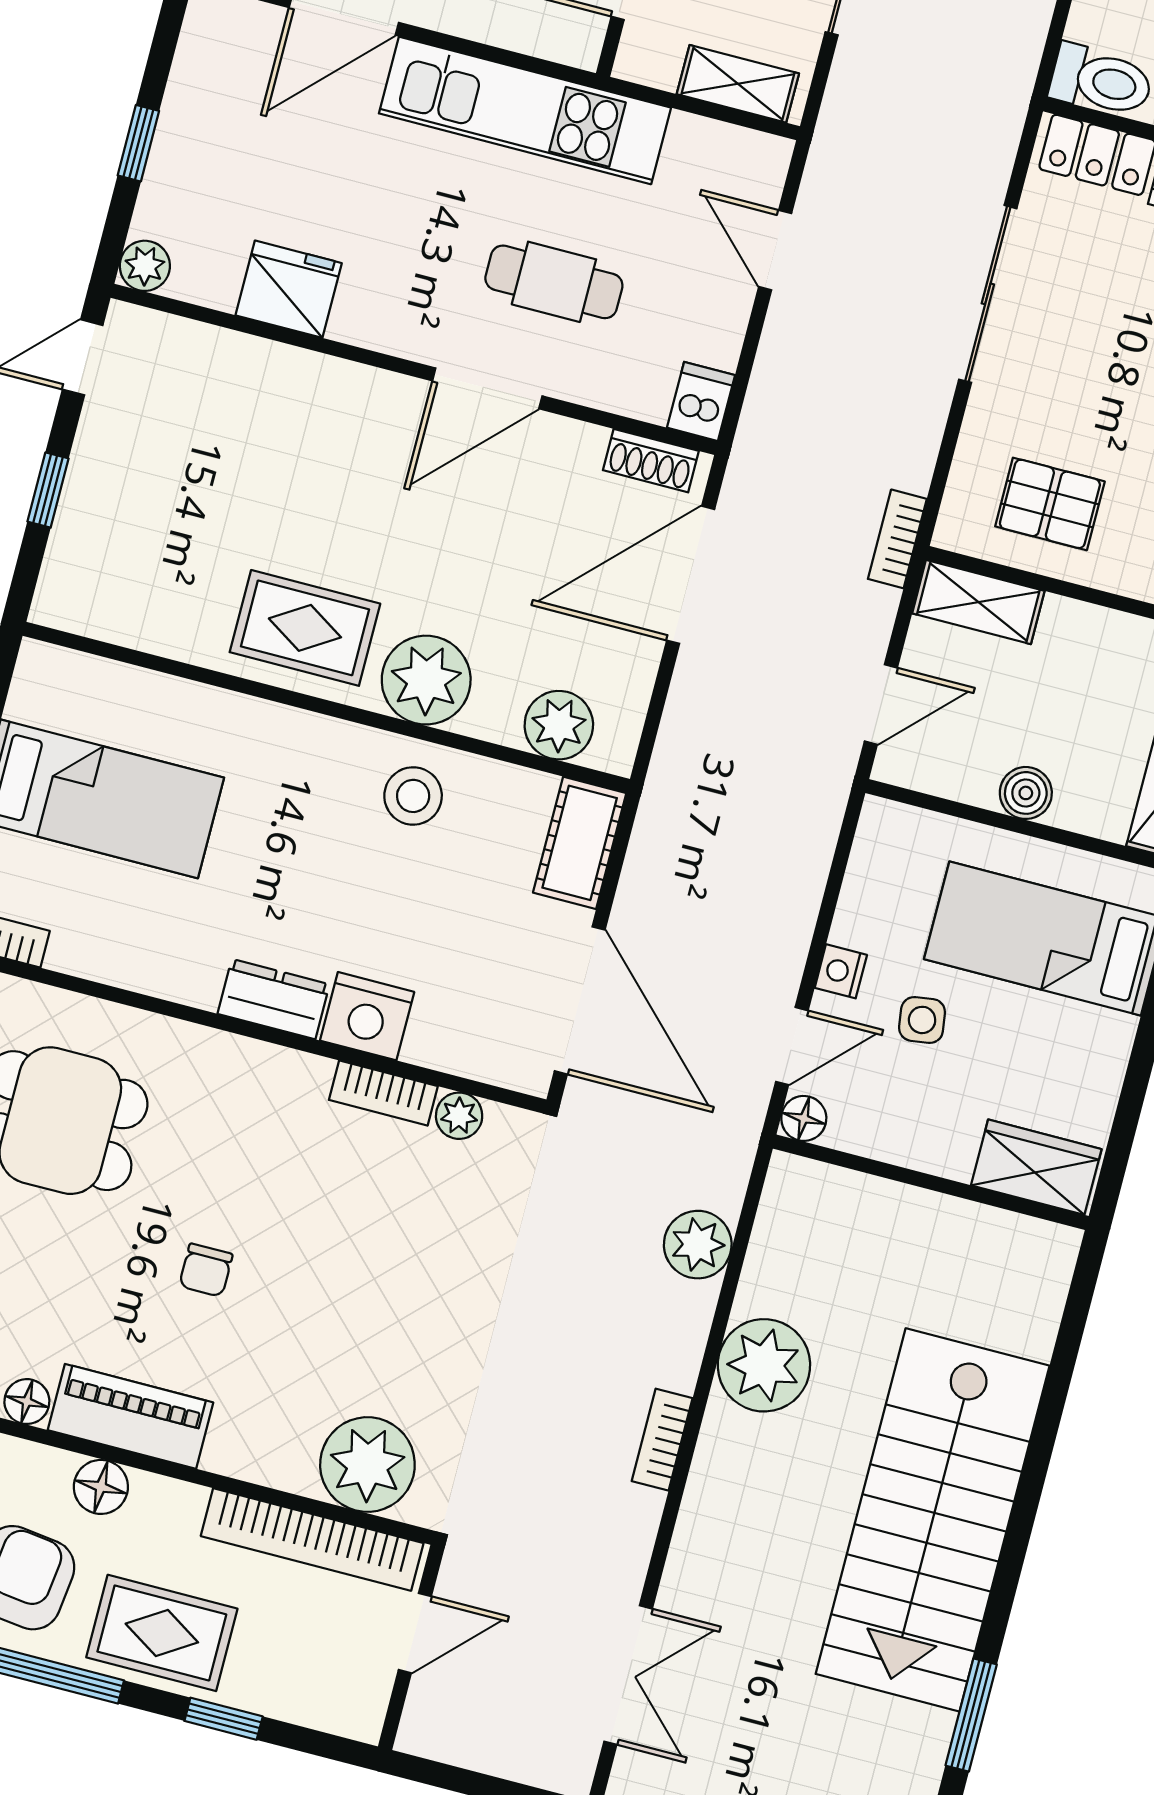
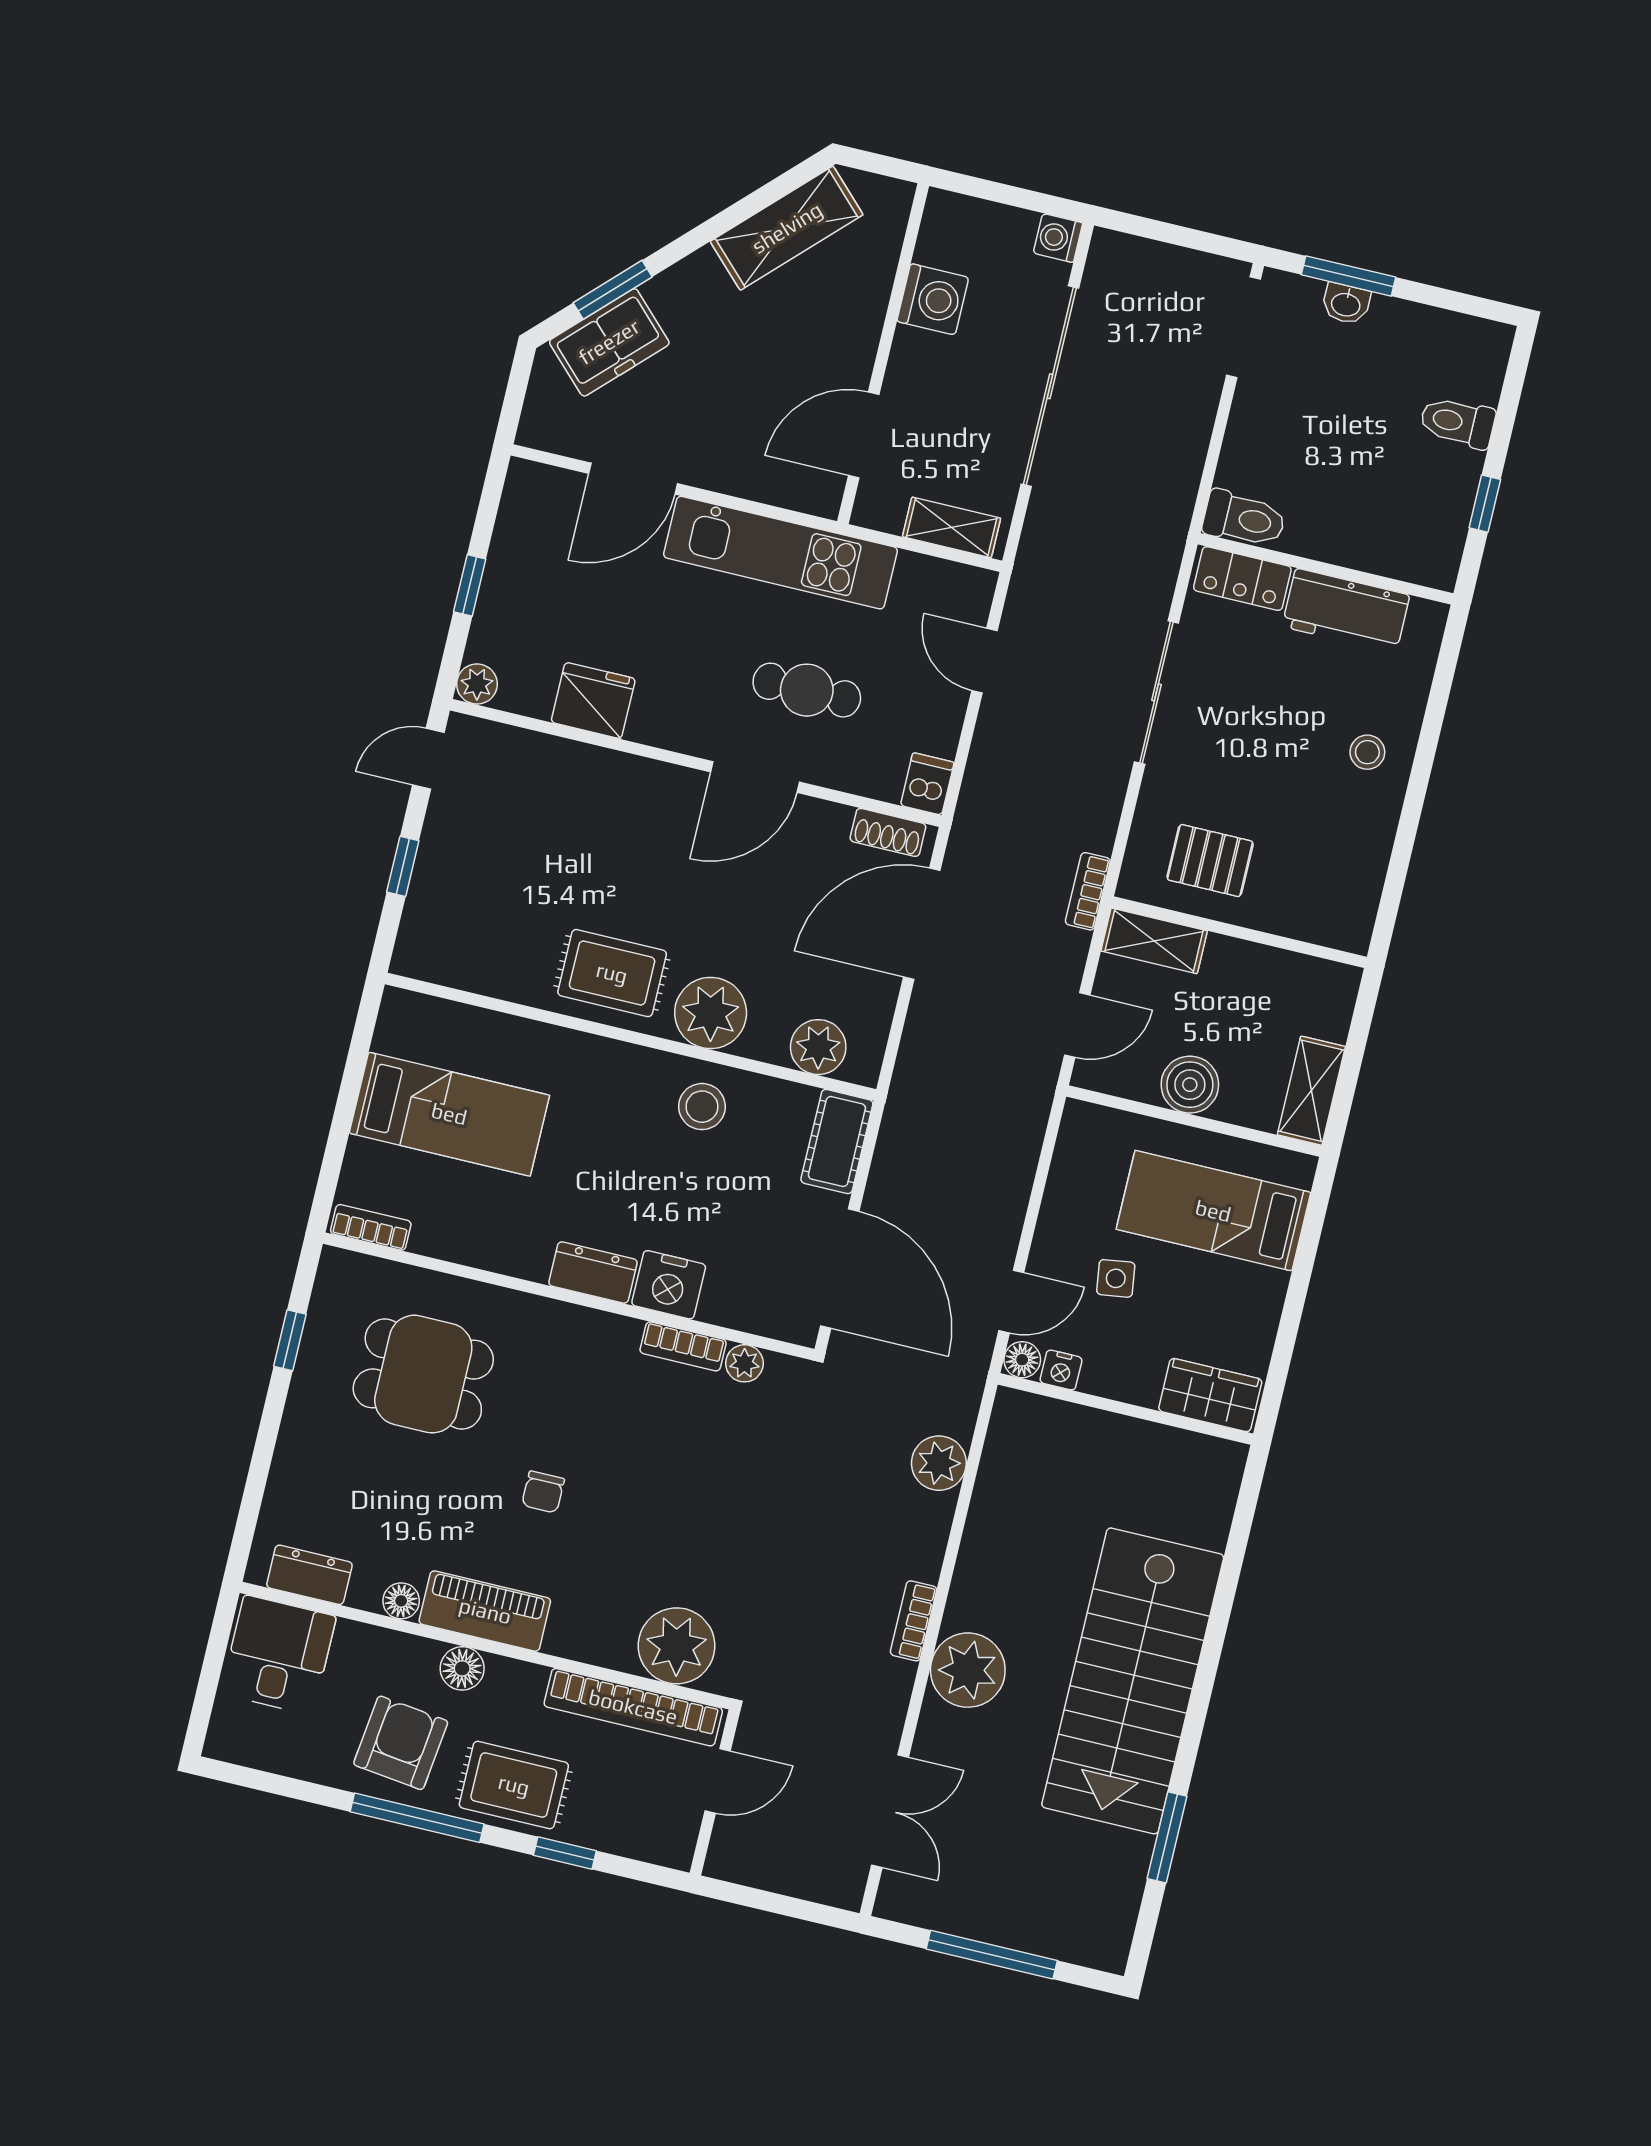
boiler: (1026, 793) -> (1190, 1085), width x1.36, depth x1.36
nightstand: (841, 971) -> (1061, 1370), moved, turned -90
plant: (764, 1365) -> (968, 1670), moved

